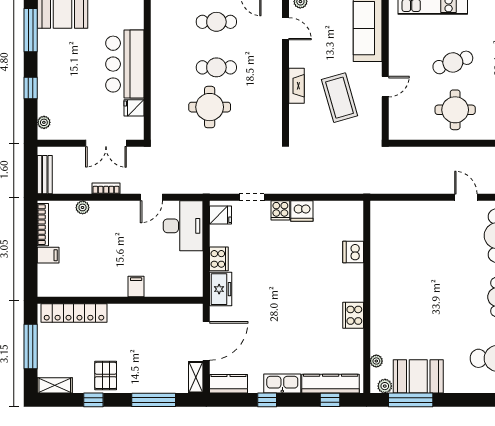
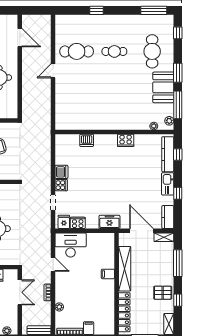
cooker: (219, 259) -> (78, 223), moved
shelving: (144, 314) -> (125, 269), added
booth: (418, 376) -> (163, 87), moved
window: (463, 400) -> (178, 73), added

